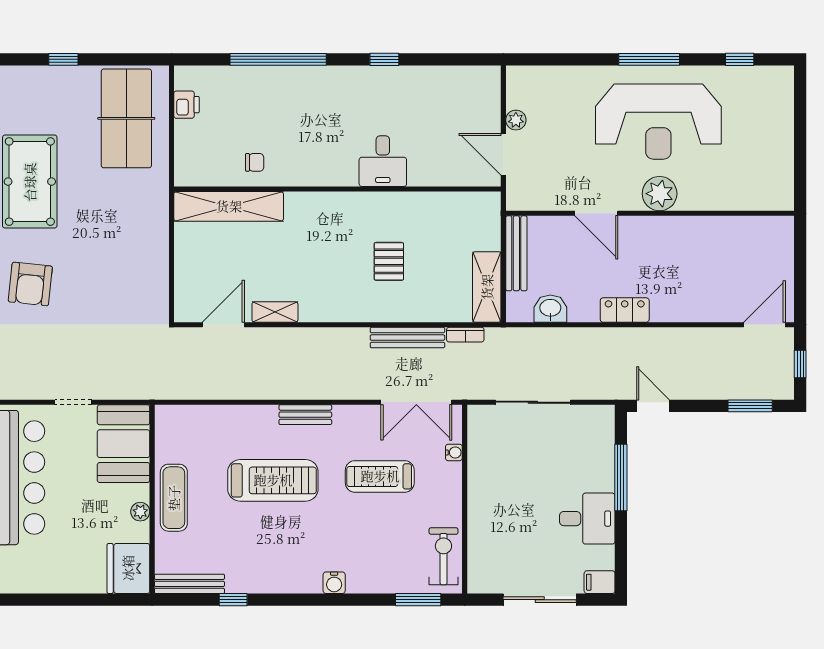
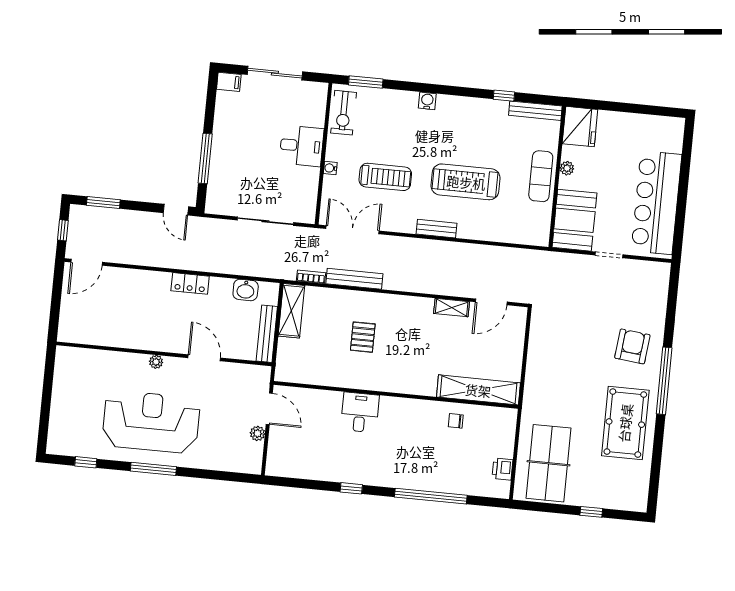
plant: (660, 194) -> (156, 362), width x0.53, depth x0.53
water cooler: (454, 452) -> (330, 168), moved
desk: (587, 519) -> (302, 146), moved, turned 180

